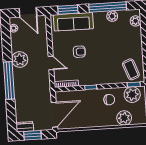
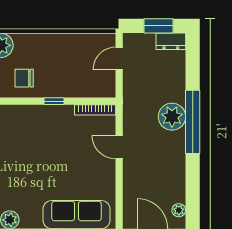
armchair: (79, 52) -> (70, 163), removed
plant: (20, 60) -> (172, 117), moved
door: (54, 115) -> (119, 58), width x0.53

